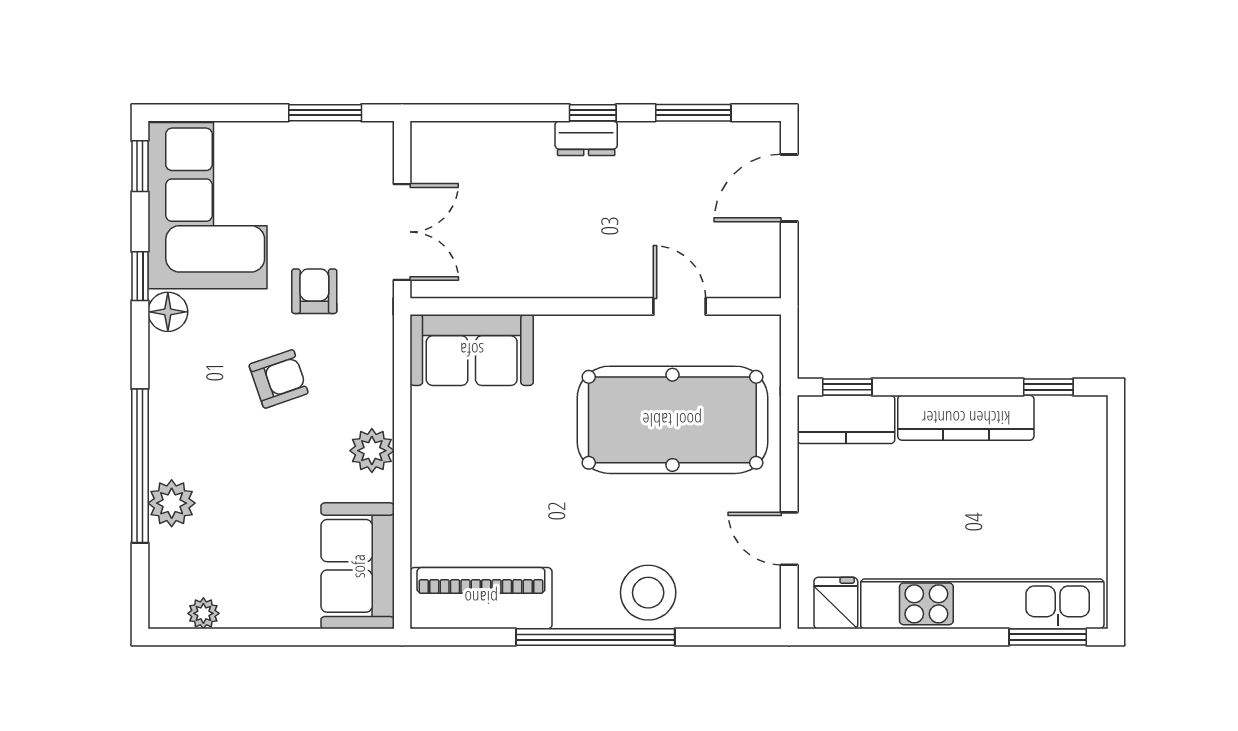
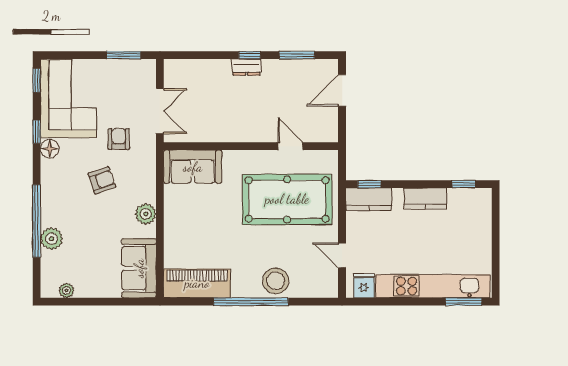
kitchen counter: (966, 418) -> (425, 199), width x0.67

